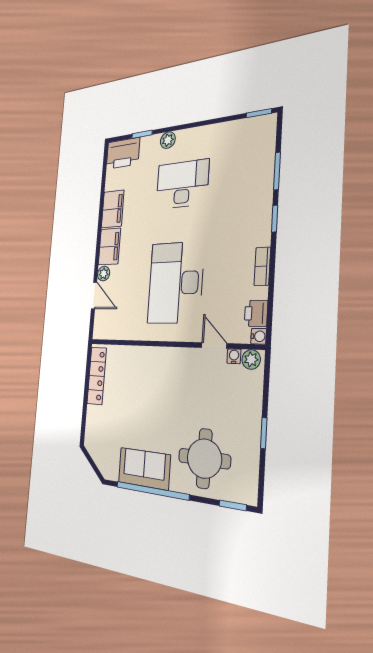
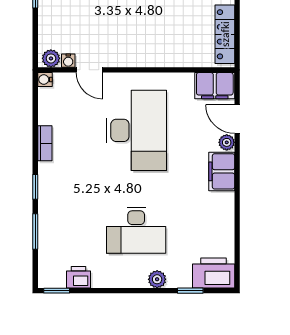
filing cabinet: (113, 209) -> (215, 86), moved, turned -90
printer: (256, 313) -> (78, 277), moved, turned -90

